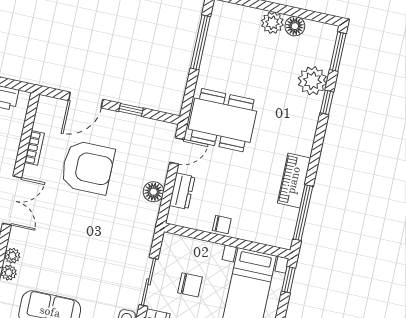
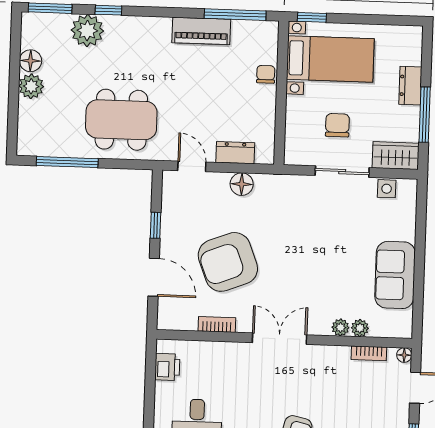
dining table: (222, 120) -> (121, 120), moved, turned 90
armchair: (87, 167) -> (228, 262), turned -111
chair: (222, 225) -> (266, 74), moved

